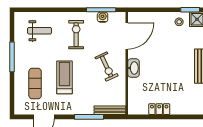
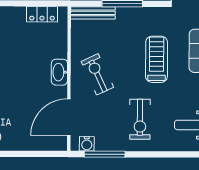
water cooler: (103, 17) -> (87, 144), moved
treadmill: (64, 77) -> (157, 59), turned 180
locker: (159, 109) -> (42, 14), moved

